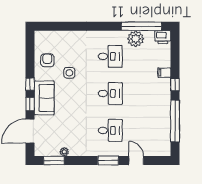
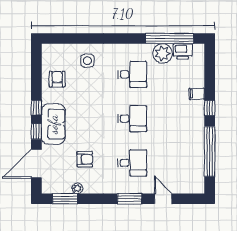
printer: (163, 37) -> (183, 51), moved
side table: (69, 73) -> (87, 61), moved
armchair: (71, 127) -> (85, 159), added

